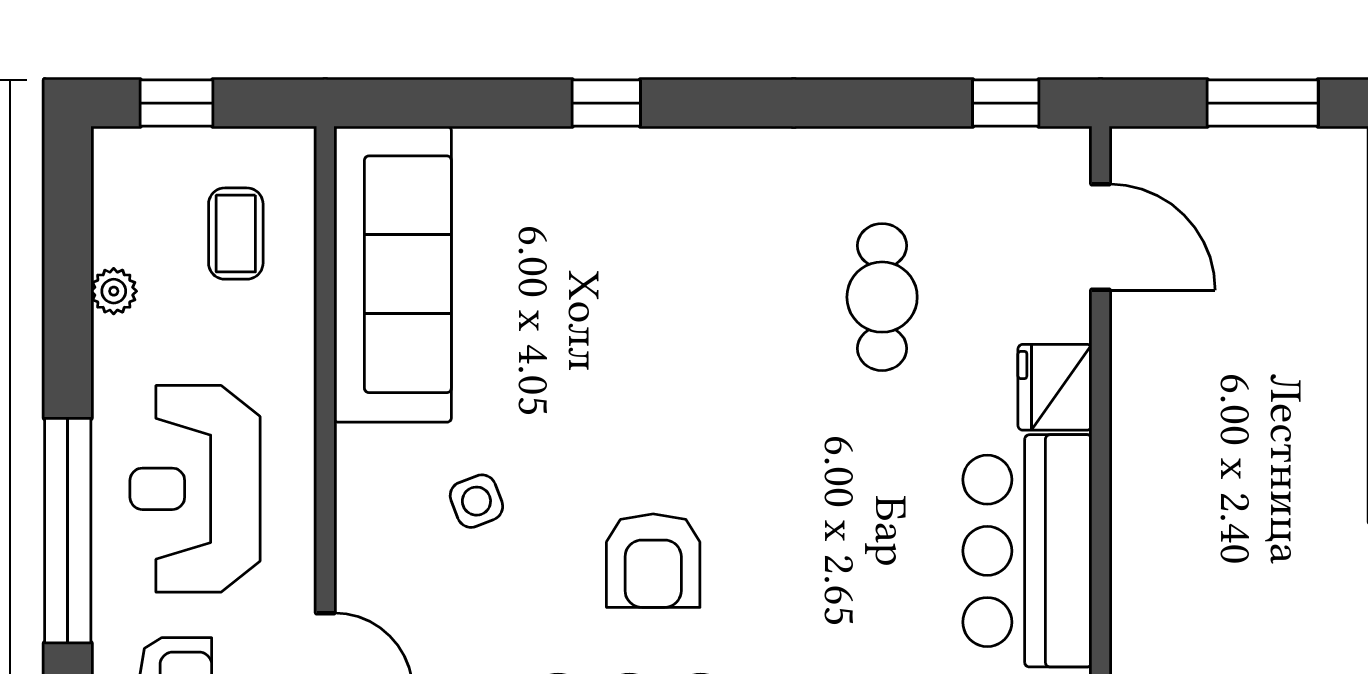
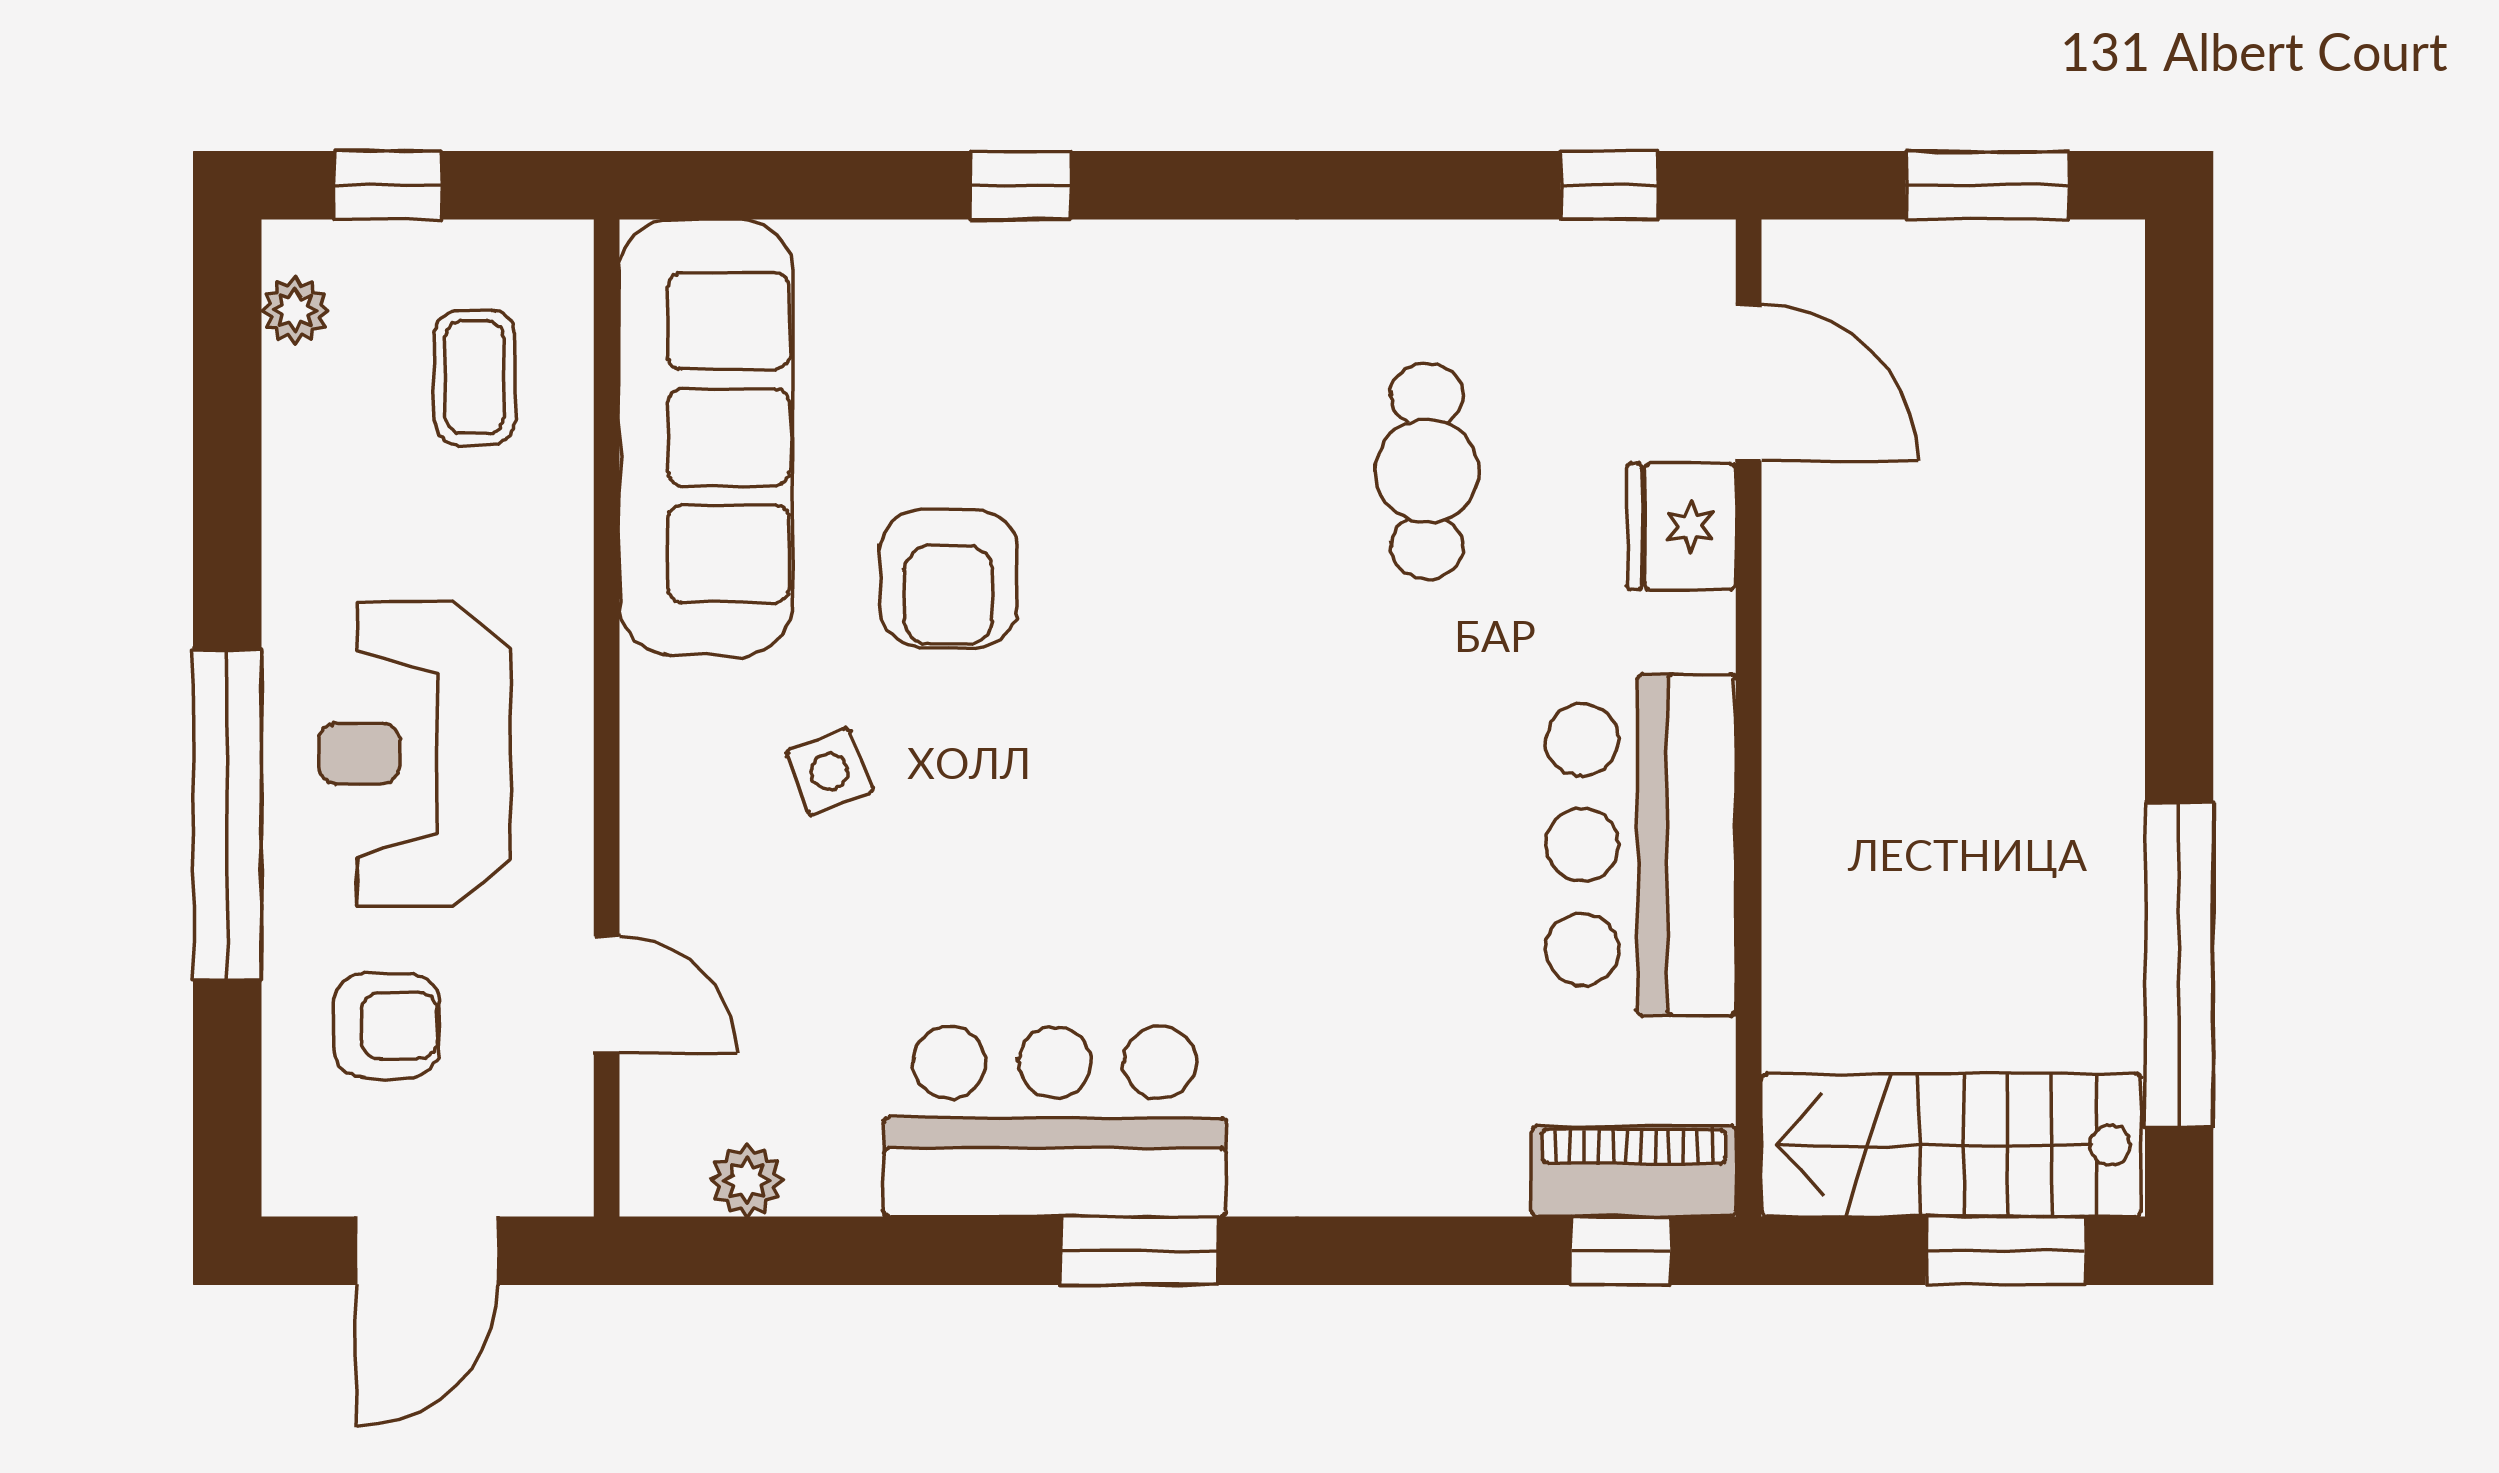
plant: (114, 291) -> (295, 310), moved
fridge: (1055, 387) -> (1682, 527), moved
armchair: (653, 561) -> (948, 578), moved

